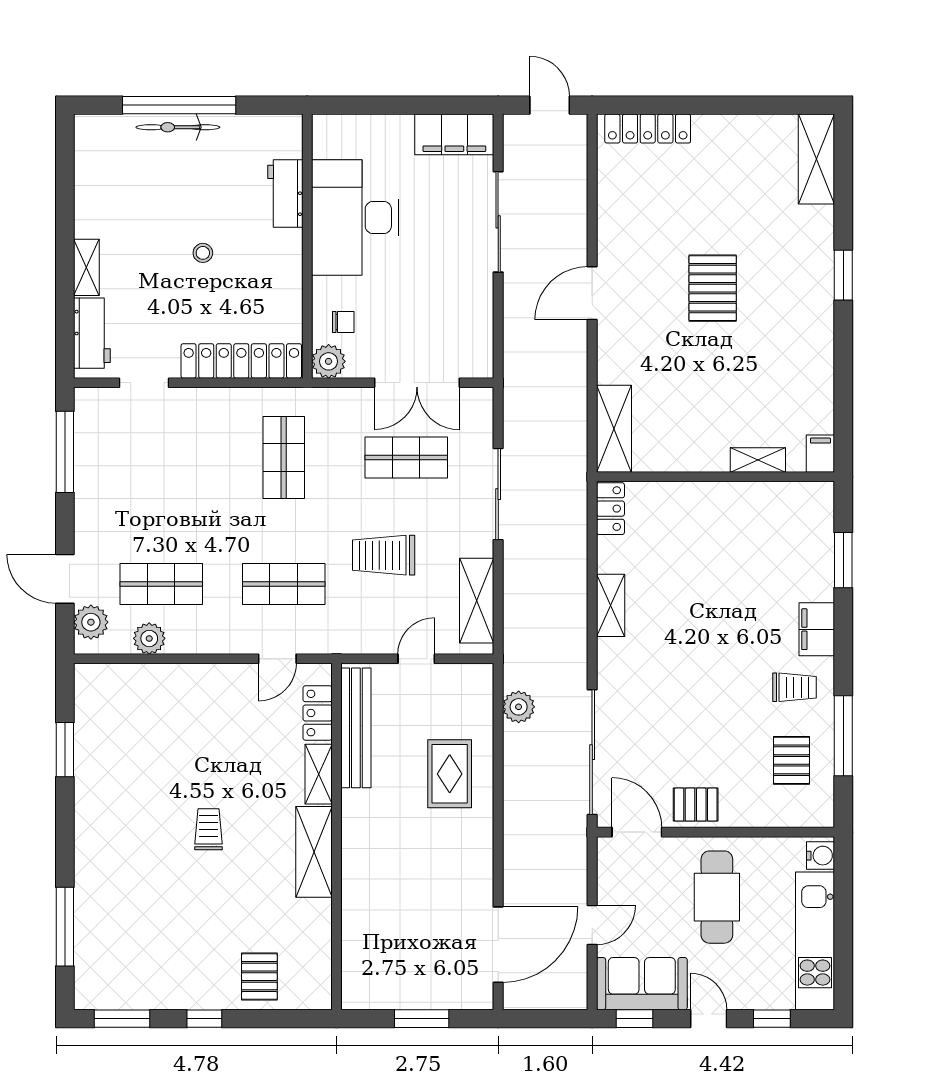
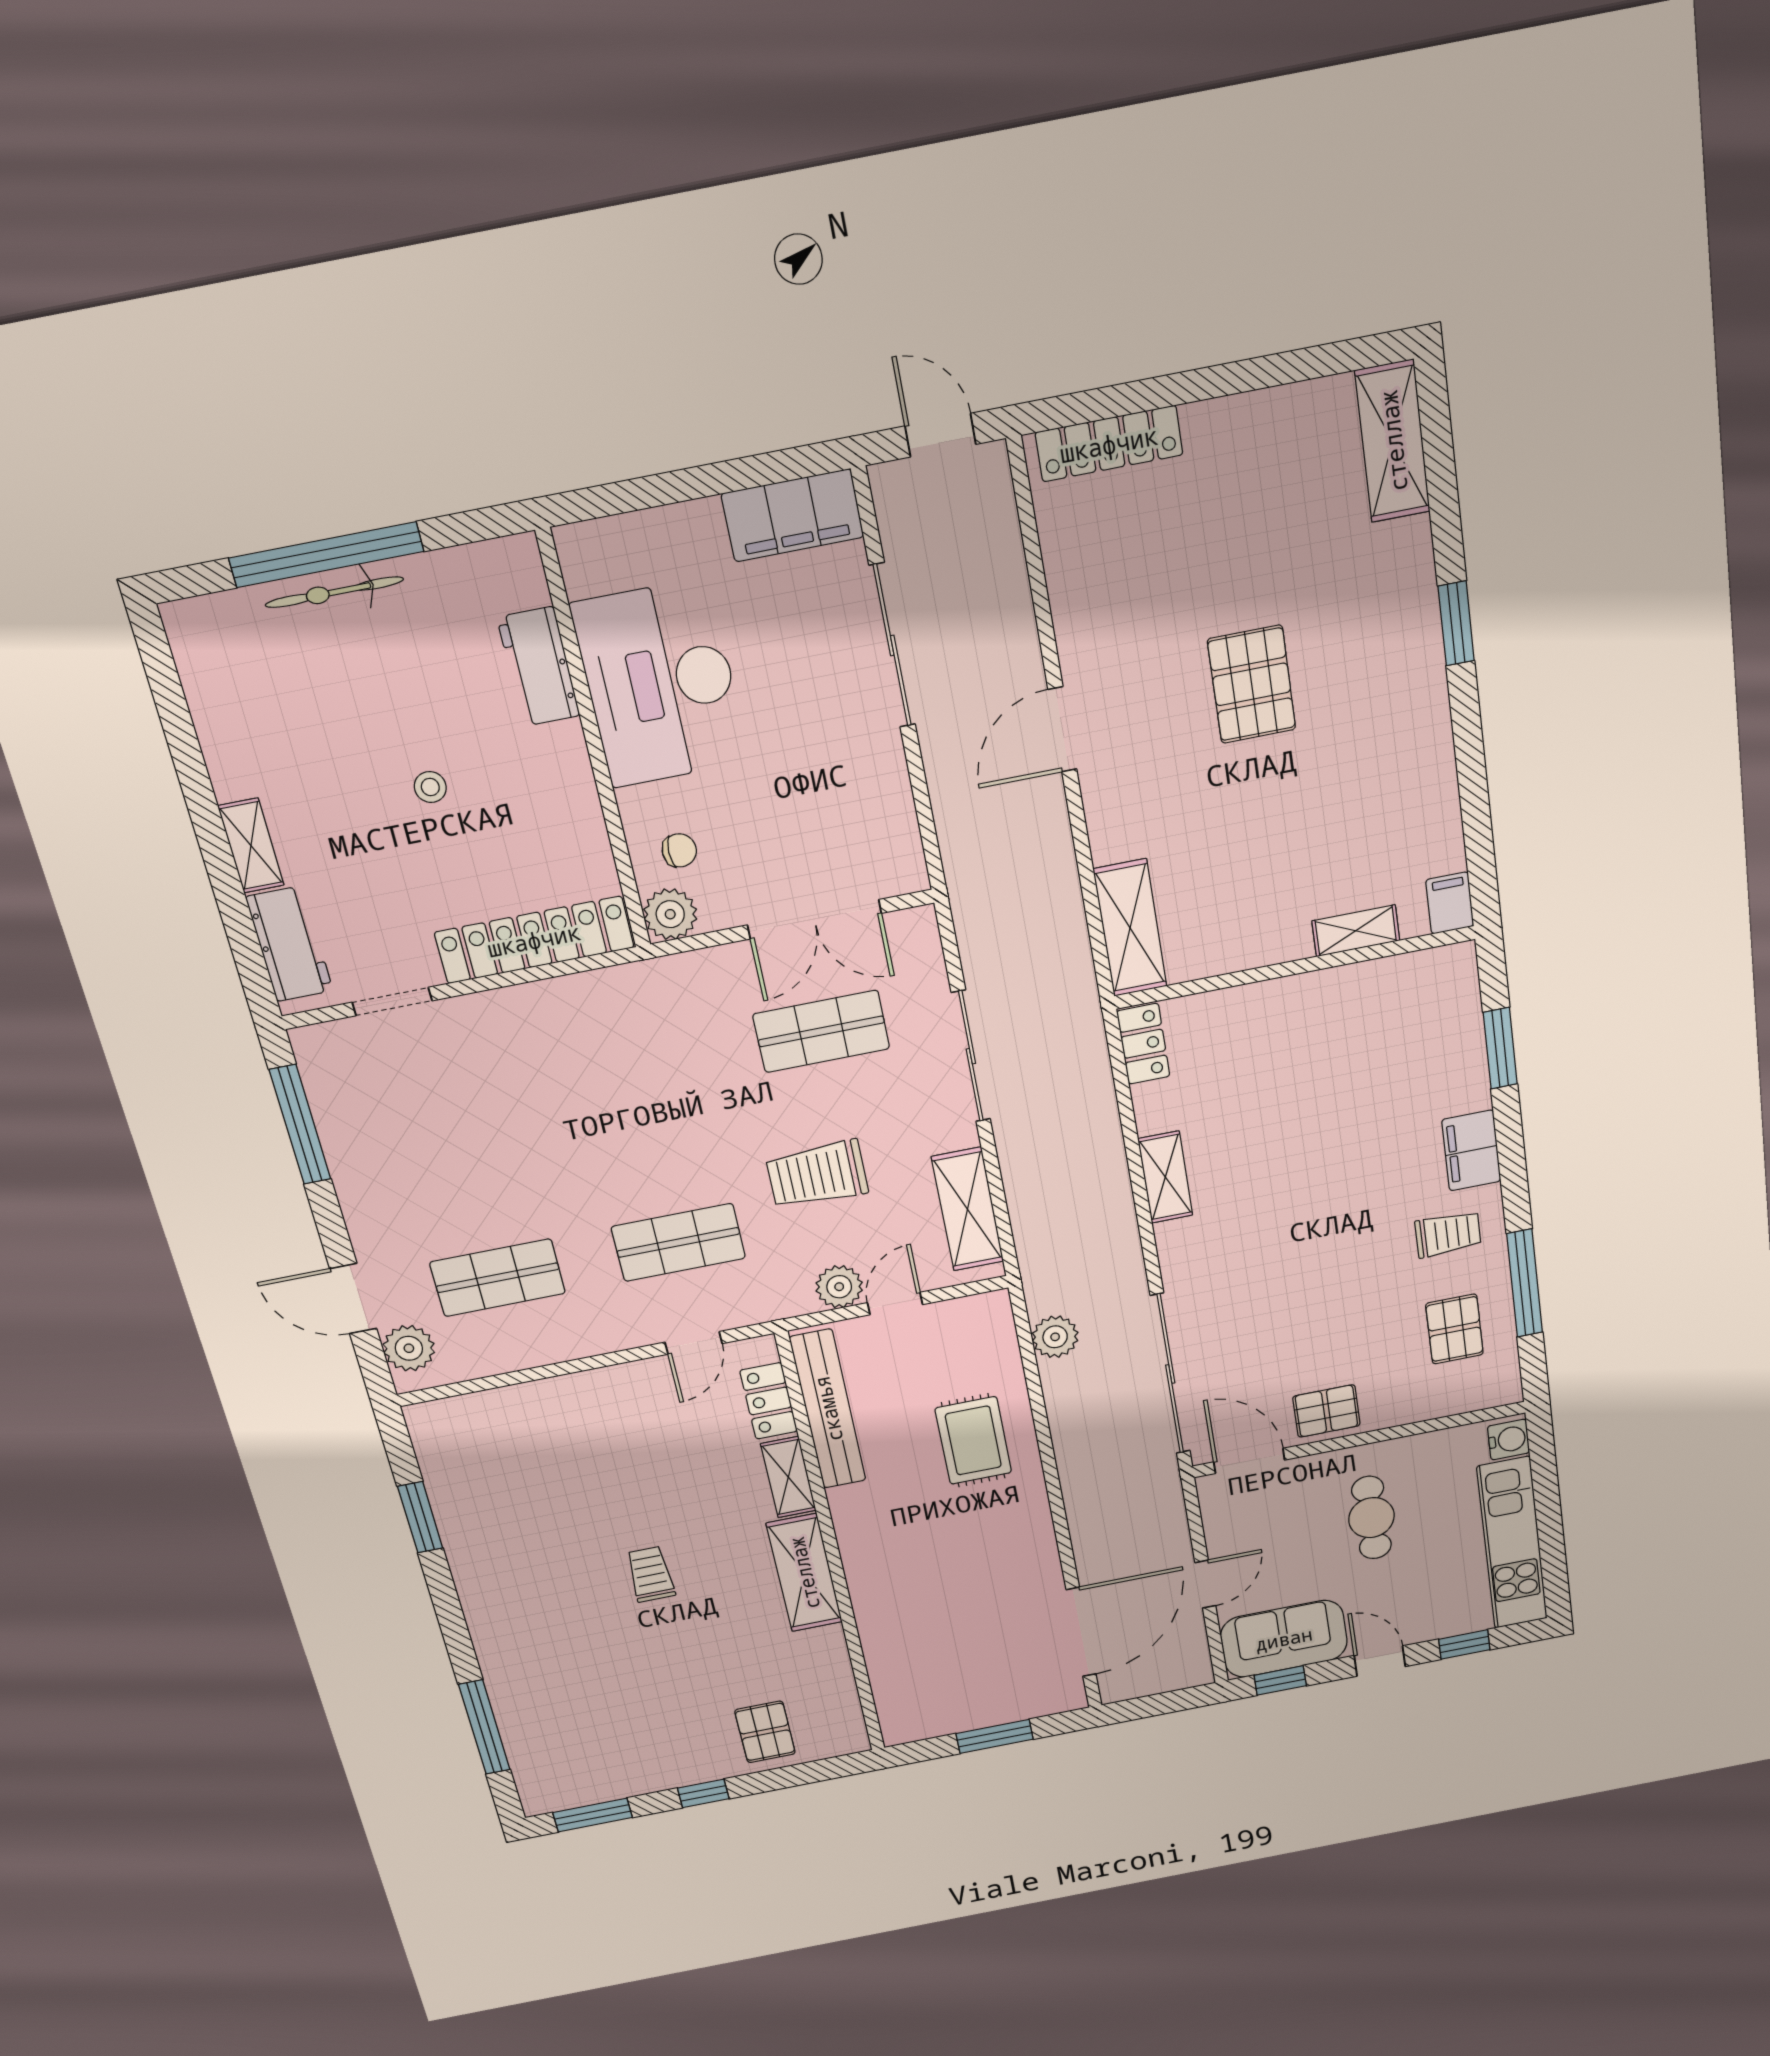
shop shelf: (284, 458) -> (635, 1068), removed
plant: (149, 638) -> (839, 1287), moved
cafe table: (717, 897) -> (1371, 1518), width x0.73, depth x0.74

